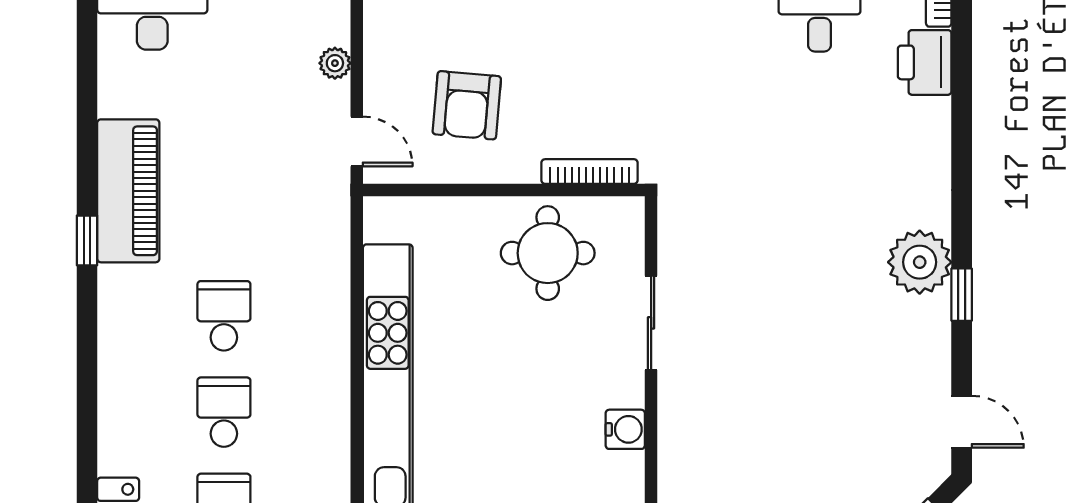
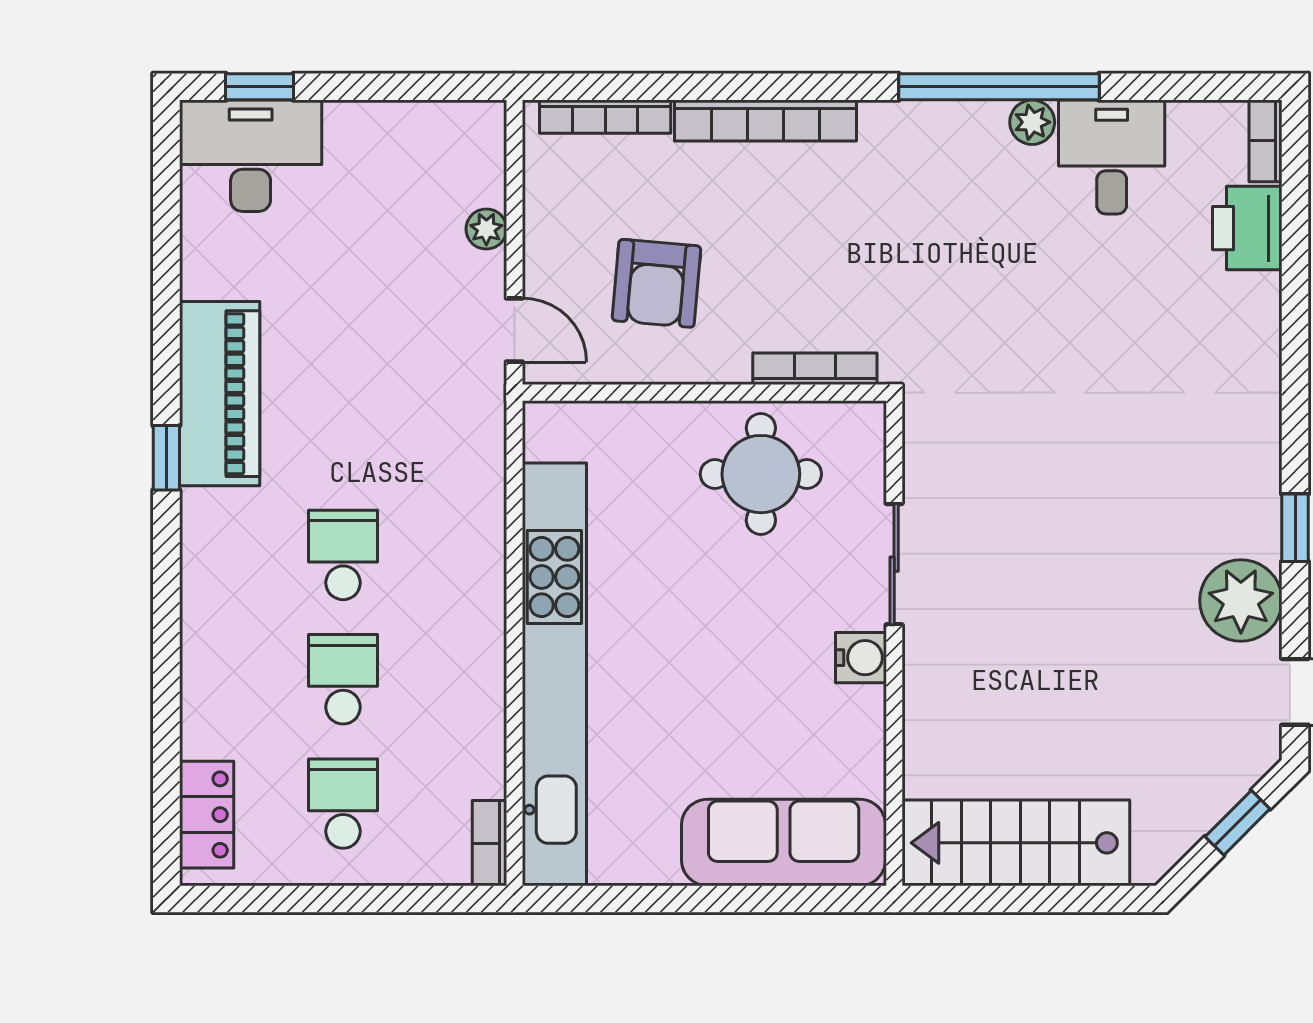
plant: (920, 262) -> (1241, 600), moved
water cooler: (625, 429) -> (861, 658), moved

